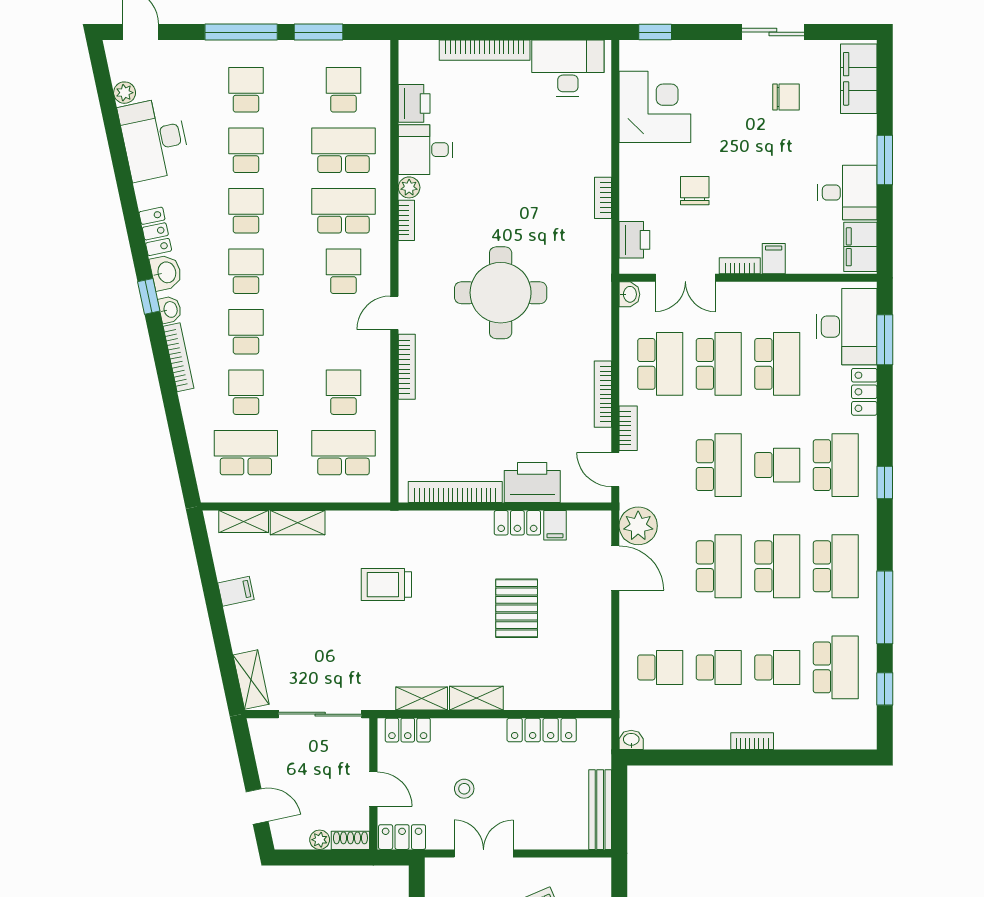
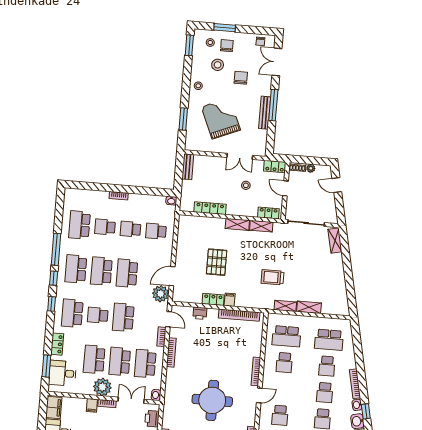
plant: (753, 302) -> (102, 387), added
desk: (847, 327) -> (62, 373), width x0.73
printer: (532, 482) -> (200, 313), width x0.53, depth x0.68
shelving: (244, 522) -> (285, 306), moved
filing cabinet: (555, 525) -> (230, 300), moved
door: (615, 568) -> (172, 276), hinge flipped
trolley: (386, 585) -> (272, 277), turned 180
filing cabinet: (236, 591) -> (338, 280), removed
window: (885, 689) -> (54, 278), moved
bench: (600, 810) -> (188, 167), width x0.73

